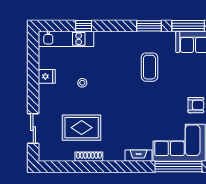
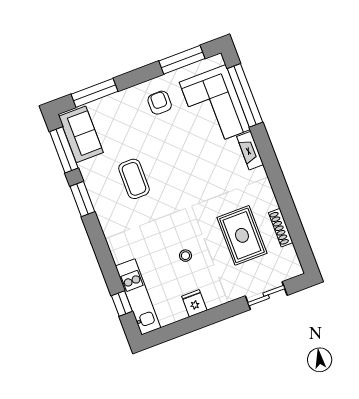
window: (84, 26) -> (122, 304), moved
coffee table: (149, 67) -> (134, 179), turned 90
shoe rack: (89, 157) -> (281, 228), moved

